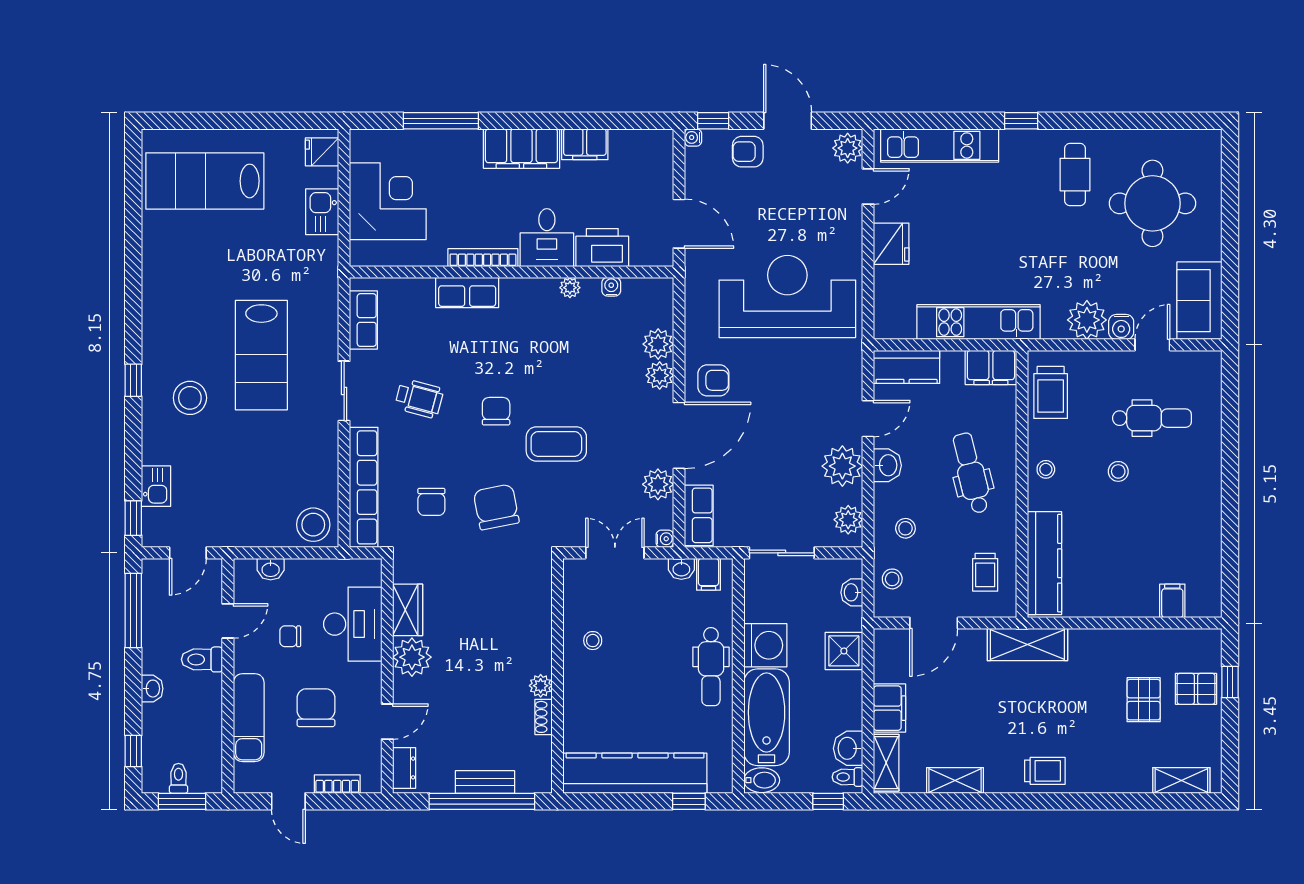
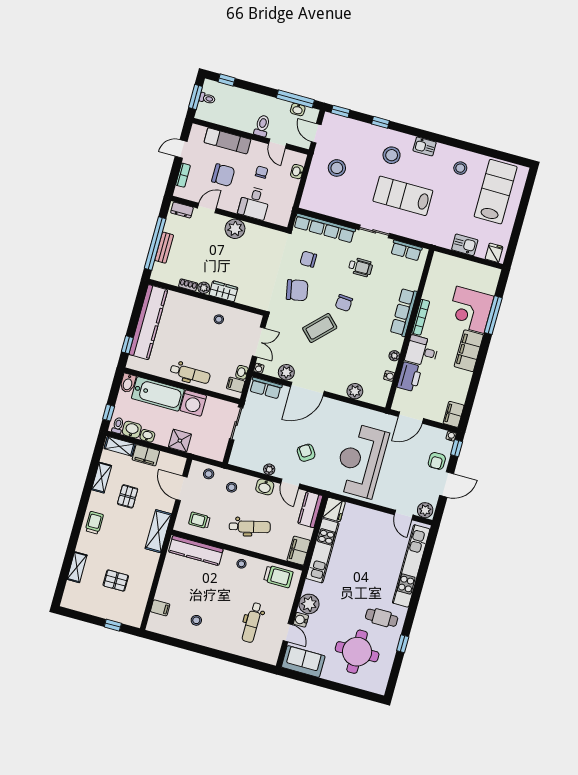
window: (1021, 121) -> (403, 644), moved
filing cabinet: (585, 144) -> (454, 414), moved
kitchen unit: (940, 145) -> (411, 566), width x1.36
armchair: (748, 152) -> (437, 461), turned 180
corner desk: (388, 201) -> (470, 310), moved, turned 90
fridge: (891, 244) -> (334, 509), moved, turned -90
stool: (178, 260) -> (460, 168), added
row of seats: (467, 292) -> (404, 312), width x1.48
reception desk: (787, 296) -> (361, 461), turned 180
plant: (660, 375) -> (339, 388), removed
window: (133, 380) -> (380, 122), moved
armchair: (713, 380) -> (306, 453), moved, turned 146
trolley: (1051, 392) -> (278, 576), turned 180
wheelchair: (419, 398) -> (360, 267), turned -105
chair: (496, 411) -> (344, 303), turned 94
door: (679, 435) -> (307, 389), hinge flipped
coffee table: (556, 444) -> (320, 328), turned 45
plant: (842, 466) -> (269, 469), width x0.53, depth x0.53
stool: (1118, 471) -> (196, 620), moved
kitchen sink: (156, 486) -> (425, 146), moved
plant: (848, 520) -> (243, 460), removed
stool: (313, 525) -> (337, 168), moved
washbasin: (852, 592) -> (147, 436), moved
wardrobe: (408, 610) -> (223, 291), moved, turned 180
desk: (353, 624) -> (254, 203), width x0.73
dental chair: (711, 667) -> (190, 374), turned 180
washbasin: (152, 689) -> (298, 109), moved
pallet: (1196, 689) -> (128, 496), moved
door: (387, 722) -> (207, 208), swing flipped
trolley: (1045, 771) -> (94, 523), turned 180
shelving: (1181, 780) -> (77, 567), moved

